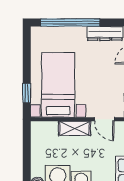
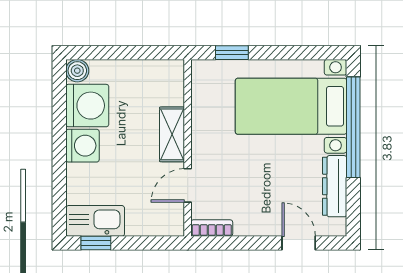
bed with nightstands: (58, 85) -> (291, 106), moved, turned 180

